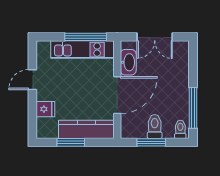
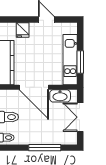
window: (86, 37) -> (80, 62), width x0.69
window: (193, 108) -> (45, 148), moved

